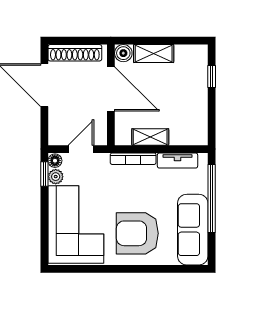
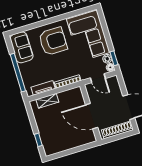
boiler: (123, 53) -> (91, 138), removed
shelving: (154, 54) -> (74, 143), removed
shelving: (150, 137) -> (47, 101), moved
door: (81, 149) -> (98, 78), hinge flipped
sofa: (193, 230) -> (22, 47), width x0.73

